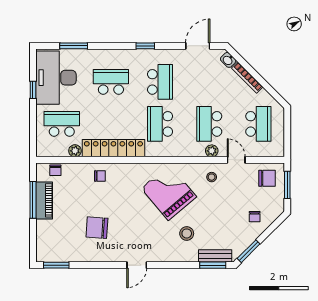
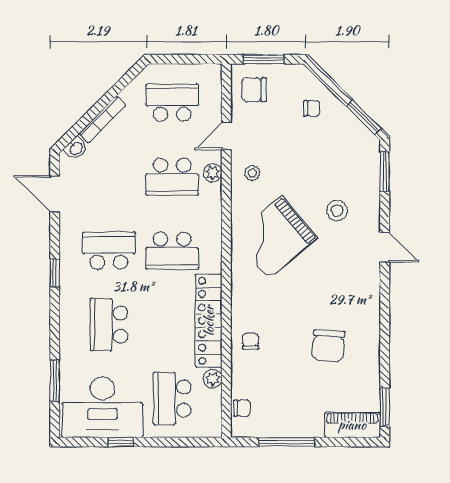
chair: (267, 178) -> (254, 90), turned -90
piano: (44, 200) -> (352, 425), moved
bench: (215, 256) -> (371, 168), removed
door: (137, 265) -> (385, 247), moved

